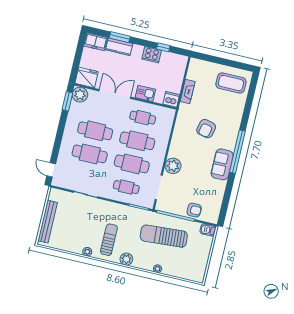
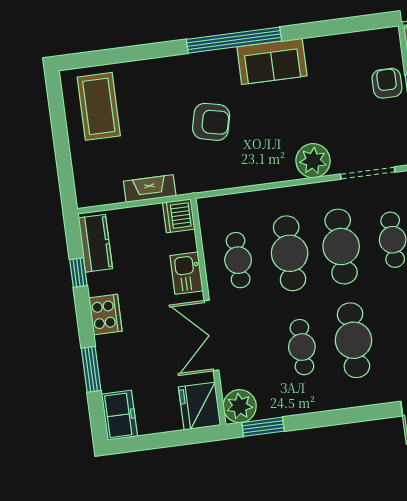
kitchen counter: (119, 47) -> (95, 243), moved
cooker: (152, 55) -> (105, 315), moved
cafe table: (95, 131) -> (302, 347), width x0.73, depth x0.74

